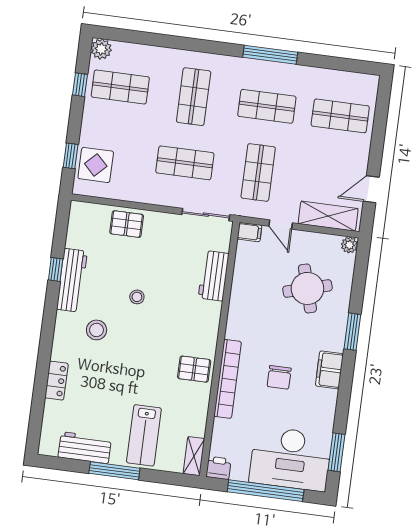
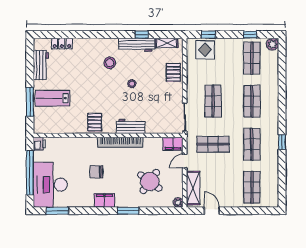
window: (270, 55) -> (282, 142), width x0.46
shop shelf: (194, 97) -> (252, 101), turned 90
filing cabinet: (250, 232) -> (173, 144), width x2.00
workbench: (214, 276) -> (131, 126), moved
round table: (307, 288) -> (150, 181), turned -38
bookcase: (228, 379) -> (120, 142), moved
locker: (56, 381) -> (62, 44), moved
shelving: (194, 456) -> (167, 43), moved
window: (114, 471) -> (30, 102), moved

